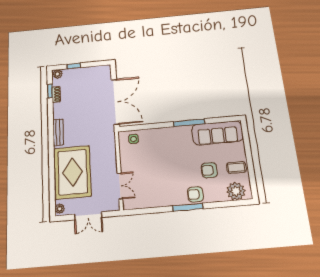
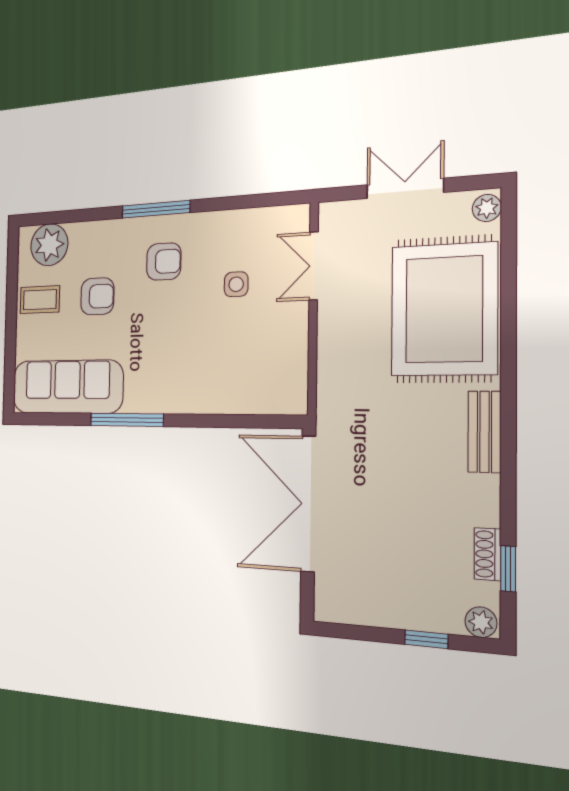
side table: (133, 139) -> (236, 284), moved
armchair: (195, 194) -> (164, 262), moved

